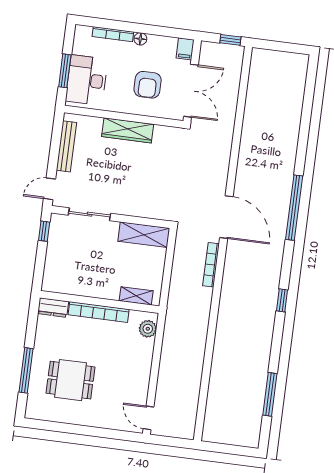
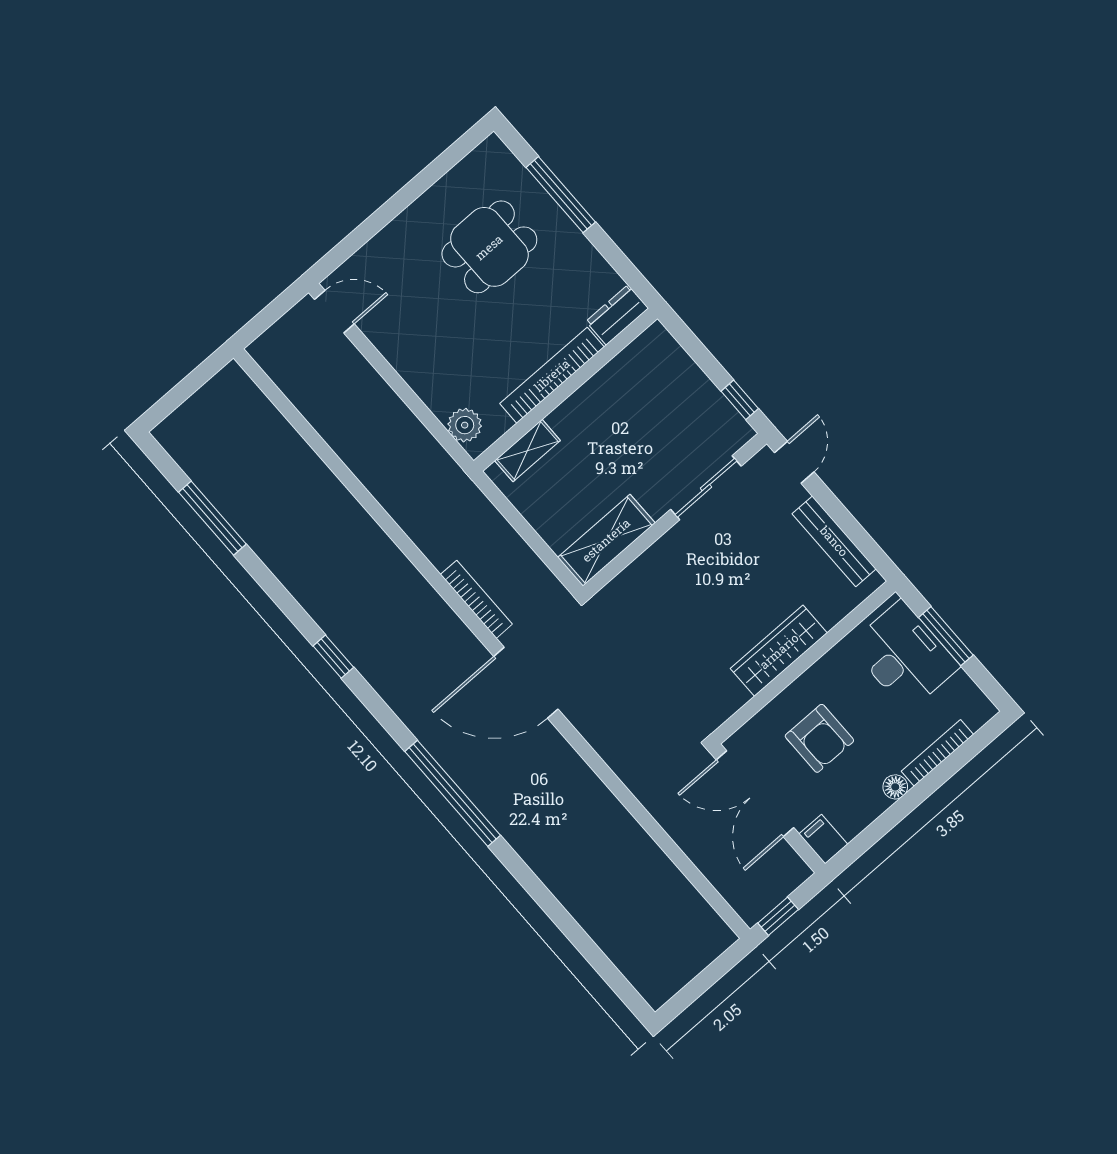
armchair: (148, 85) -> (819, 738), turned 180

